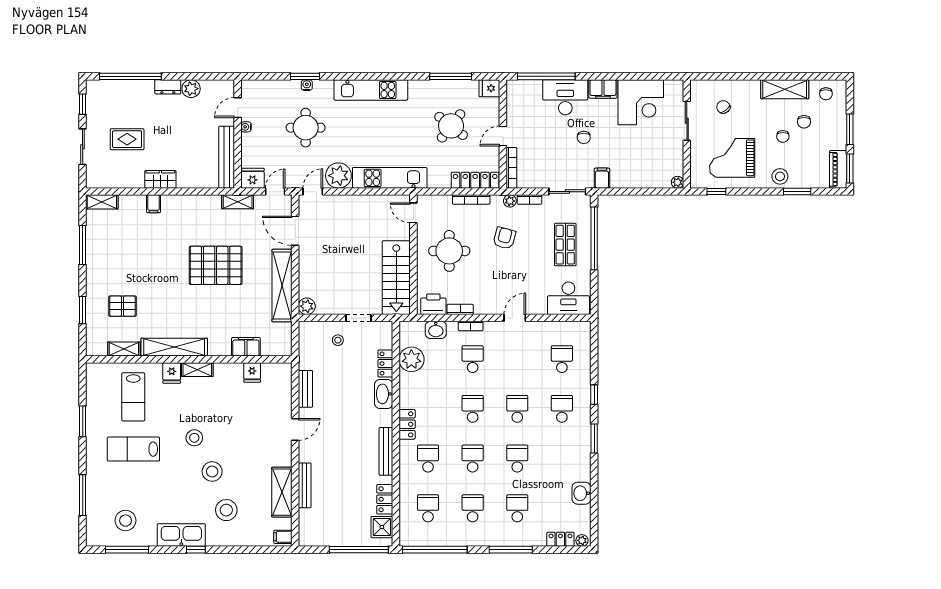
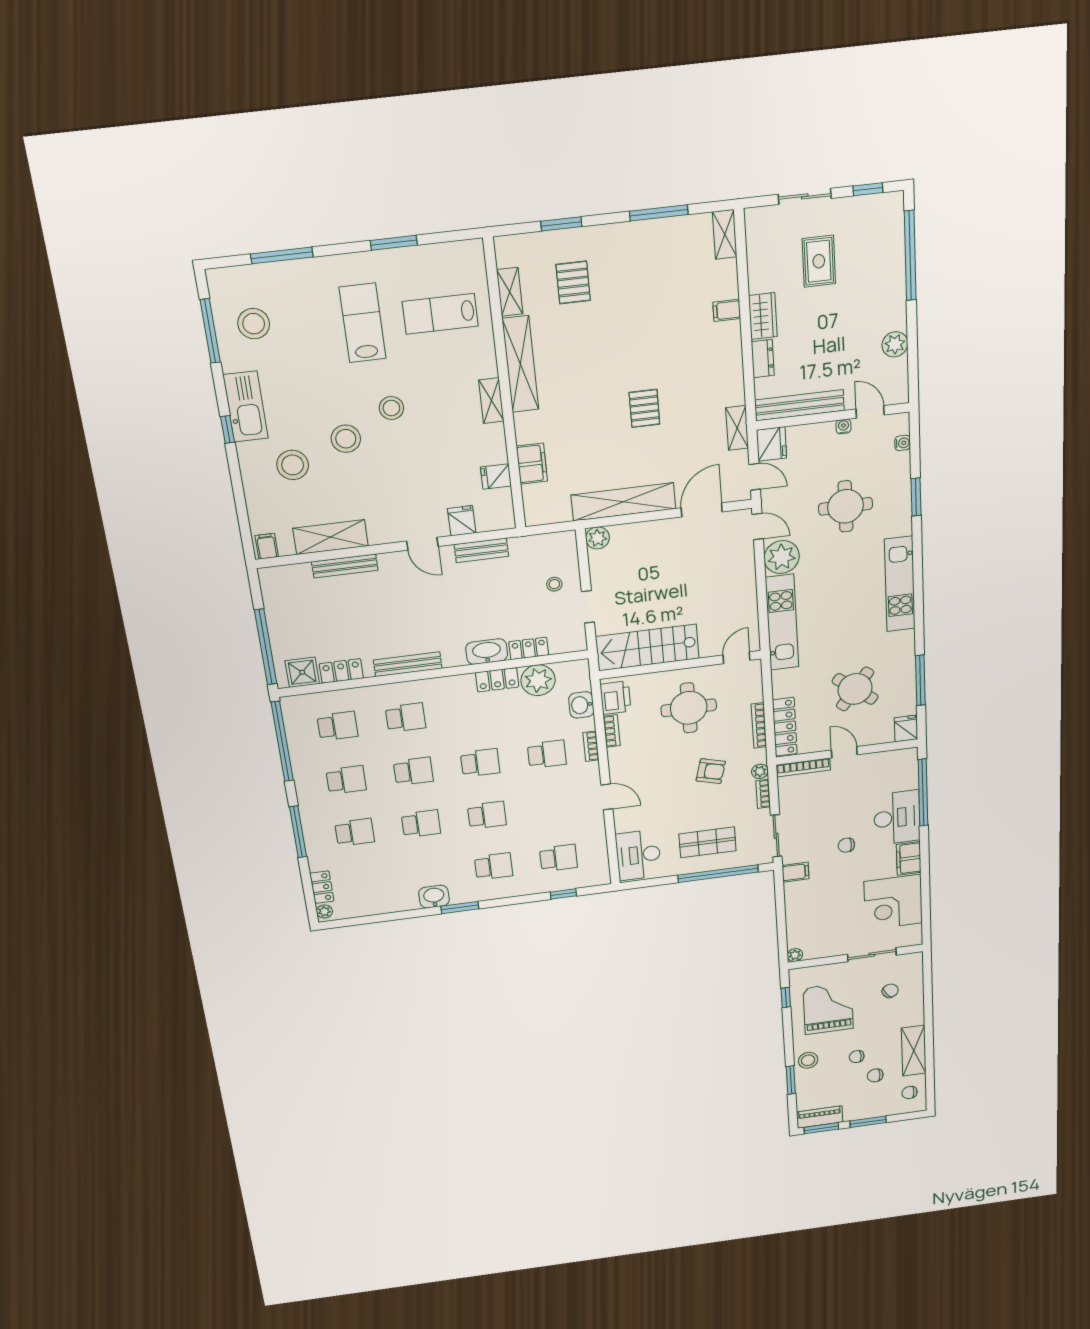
water cooler: (307, 85) -> (903, 443), moved
dresser: (168, 87) -> (763, 359), moved, turned 180
pallet: (216, 265) -> (644, 408), width x0.49, depth x0.50
fridge: (172, 373) -> (462, 521), moved, turned 90
window: (594, 395) -> (563, 894), moved
locker: (407, 424) -> (497, 680), moved
washbasin: (581, 493) -> (434, 897), moved

